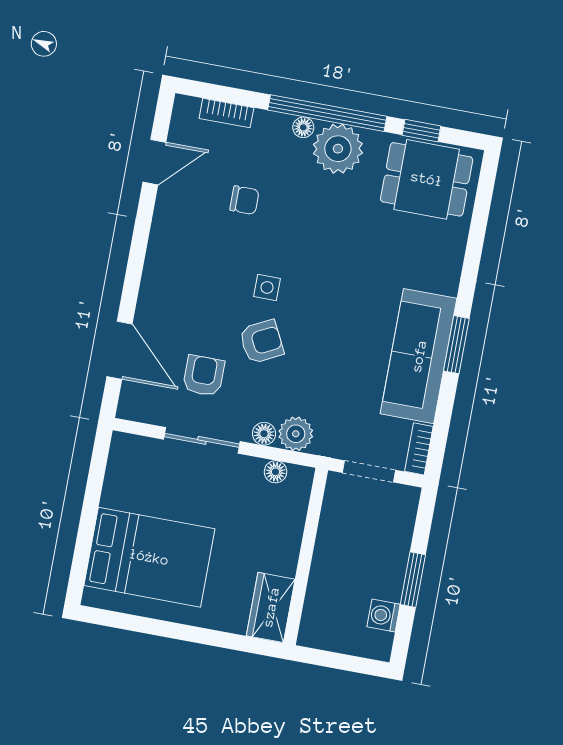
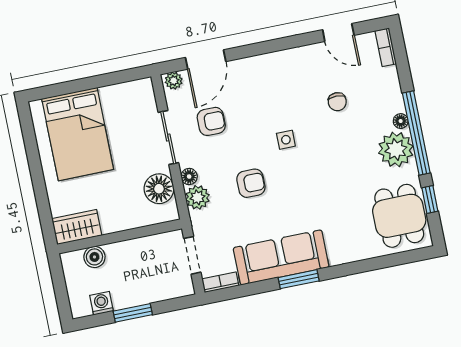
bookcase: (226, 113) -> (386, 47), moved
armchair: (262, 342) -> (251, 183), moved, turned -63
plant: (130, 403) -> (174, 81), added
floor lamp: (276, 472) -> (159, 189), width x1.89, depth x1.89
boiler: (319, 600) -> (94, 257), added

